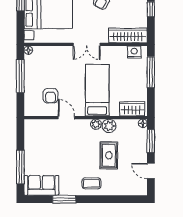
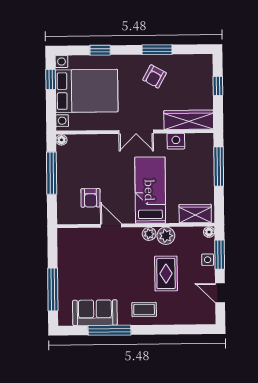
nightstand: (134, 52) -> (176, 141), moved
side table: (141, 145) -> (208, 260), added
sofa: (41, 185) -> (95, 313), moved
window: (64, 199) -> (109, 330), width x1.44

